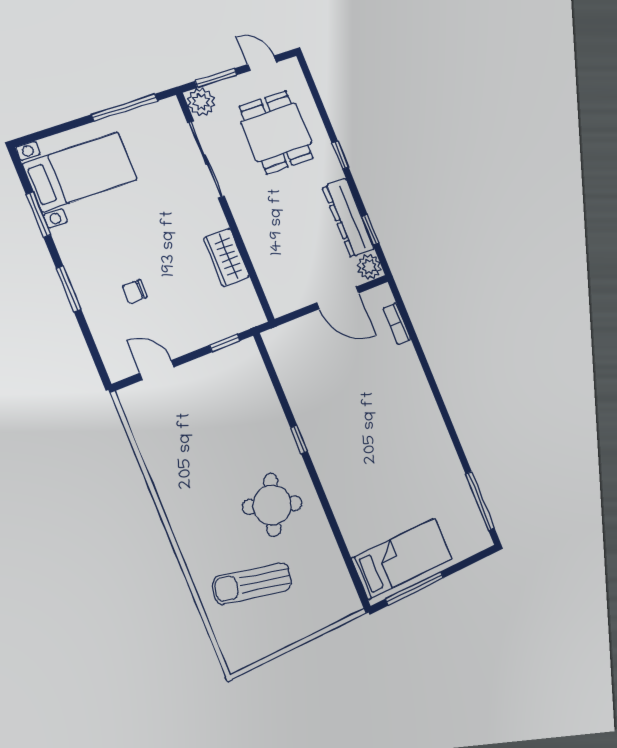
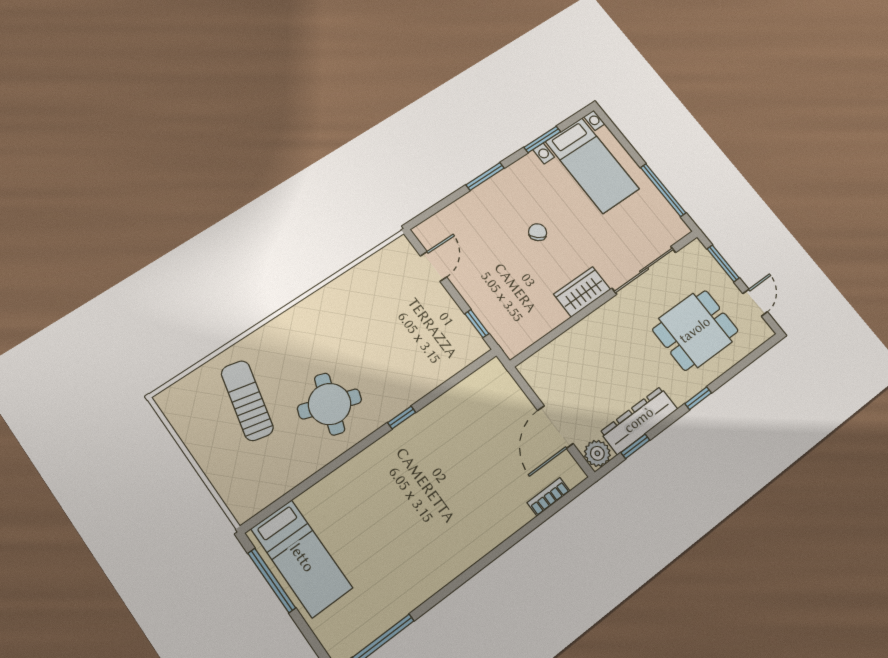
plant: (201, 102) -> (696, 255), removed
wardrobe: (226, 257) -> (582, 292), moved
chair: (135, 292) -> (538, 232), moved, turned 40

